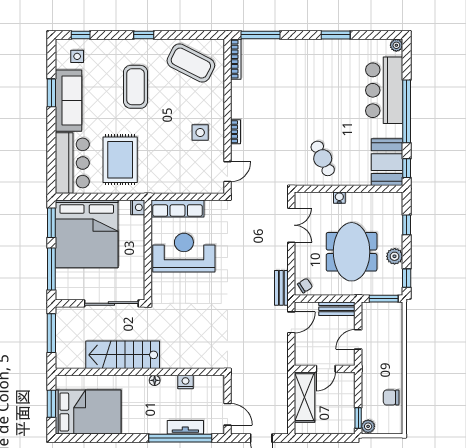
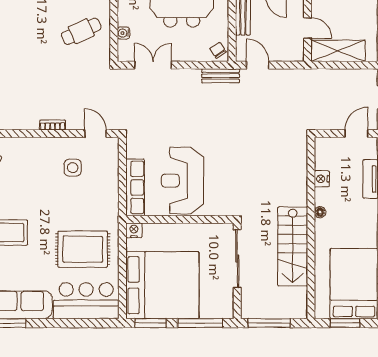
side table: (200, 133) -> (73, 168), moved
water cooler: (339, 198) -> (123, 33), moved

